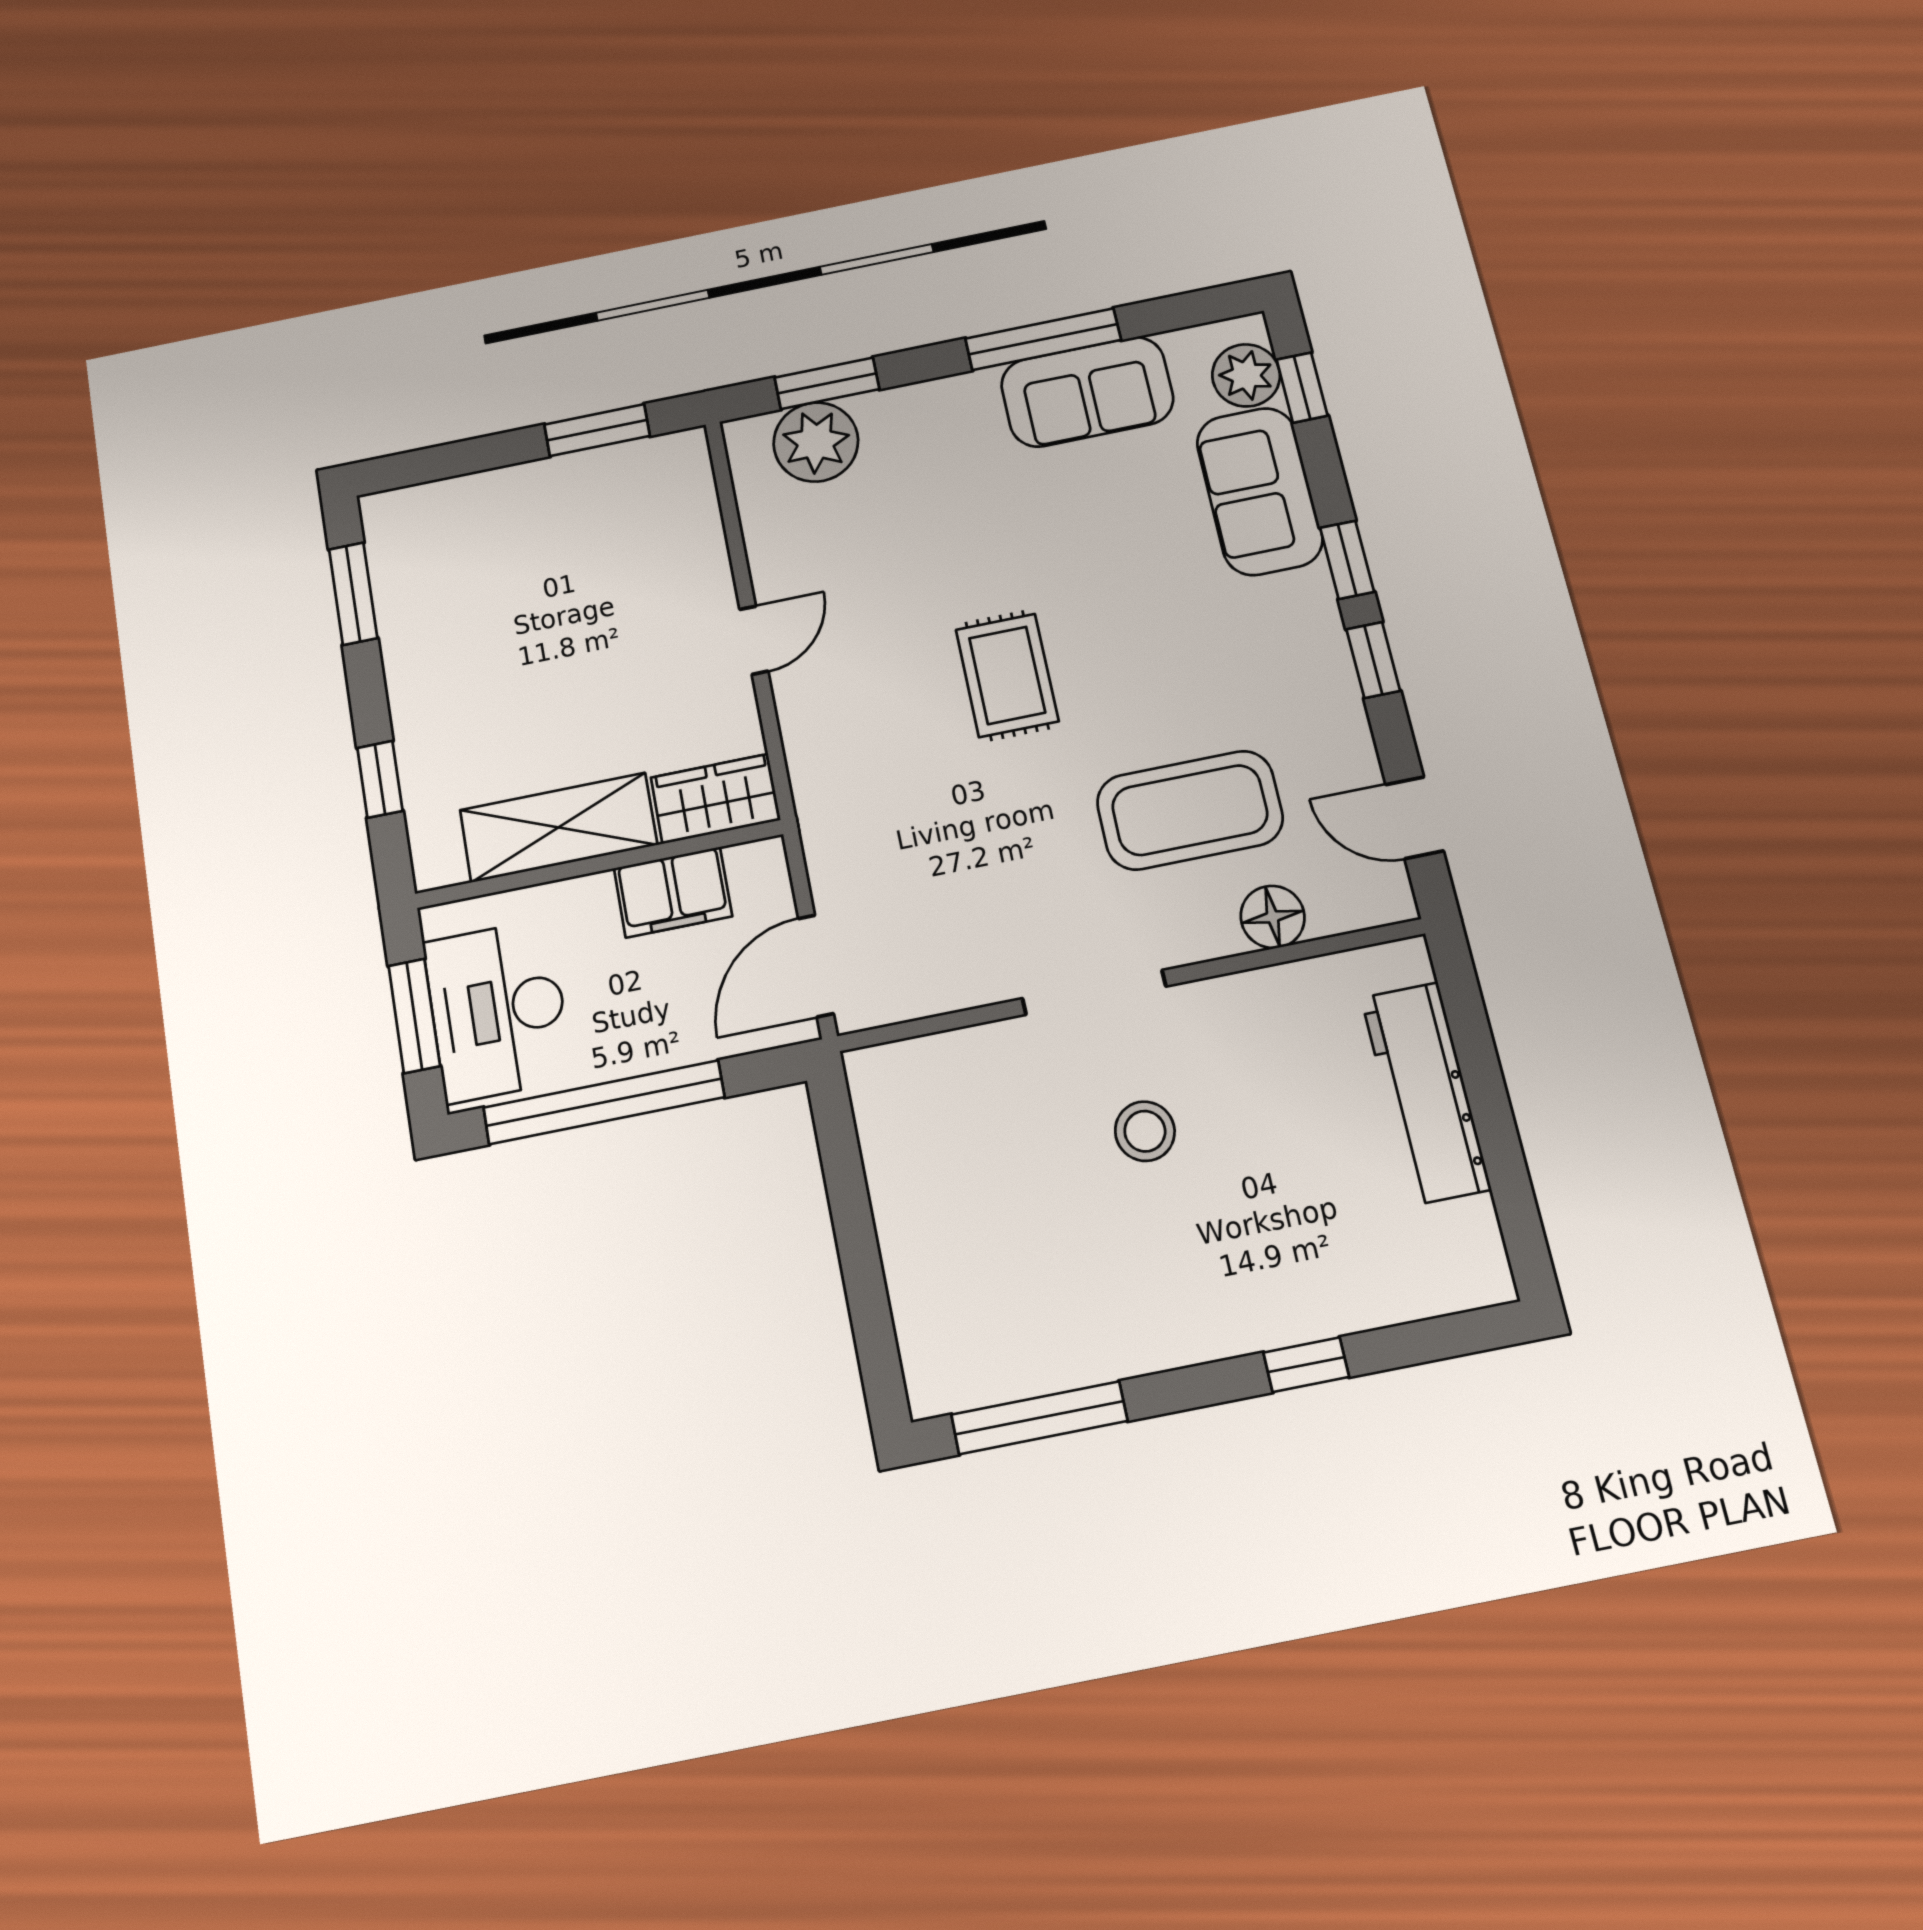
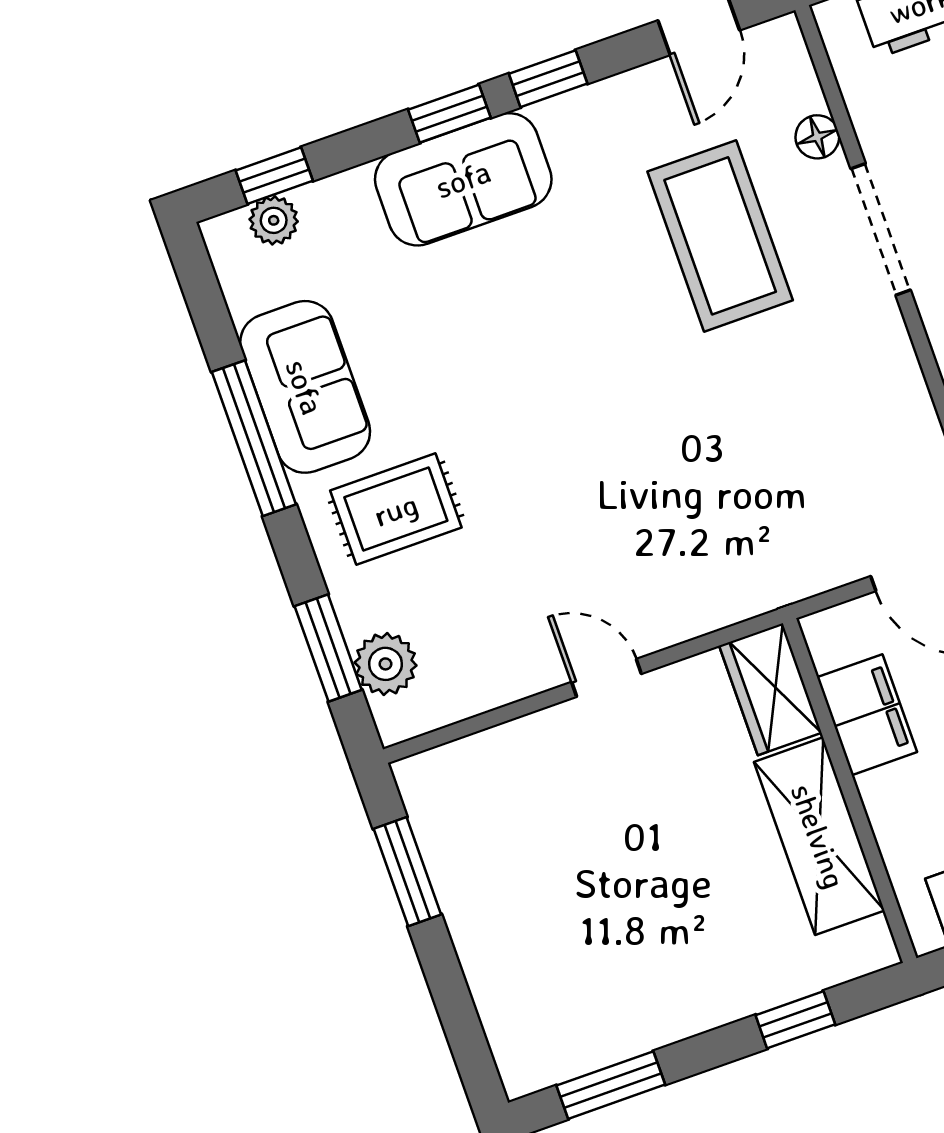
plant: (1246, 375) -> (274, 220), width x0.73, depth x0.73
plant: (816, 442) -> (386, 664), width x0.73, depth x0.73
sofa: (1259, 491) -> (463, 179), moved
rug: (1007, 675) -> (396, 509), moved
floor lamp: (1273, 917) -> (817, 137), width x0.73, depth x0.73
doorway: (1094, 992) -> (881, 229), moved

